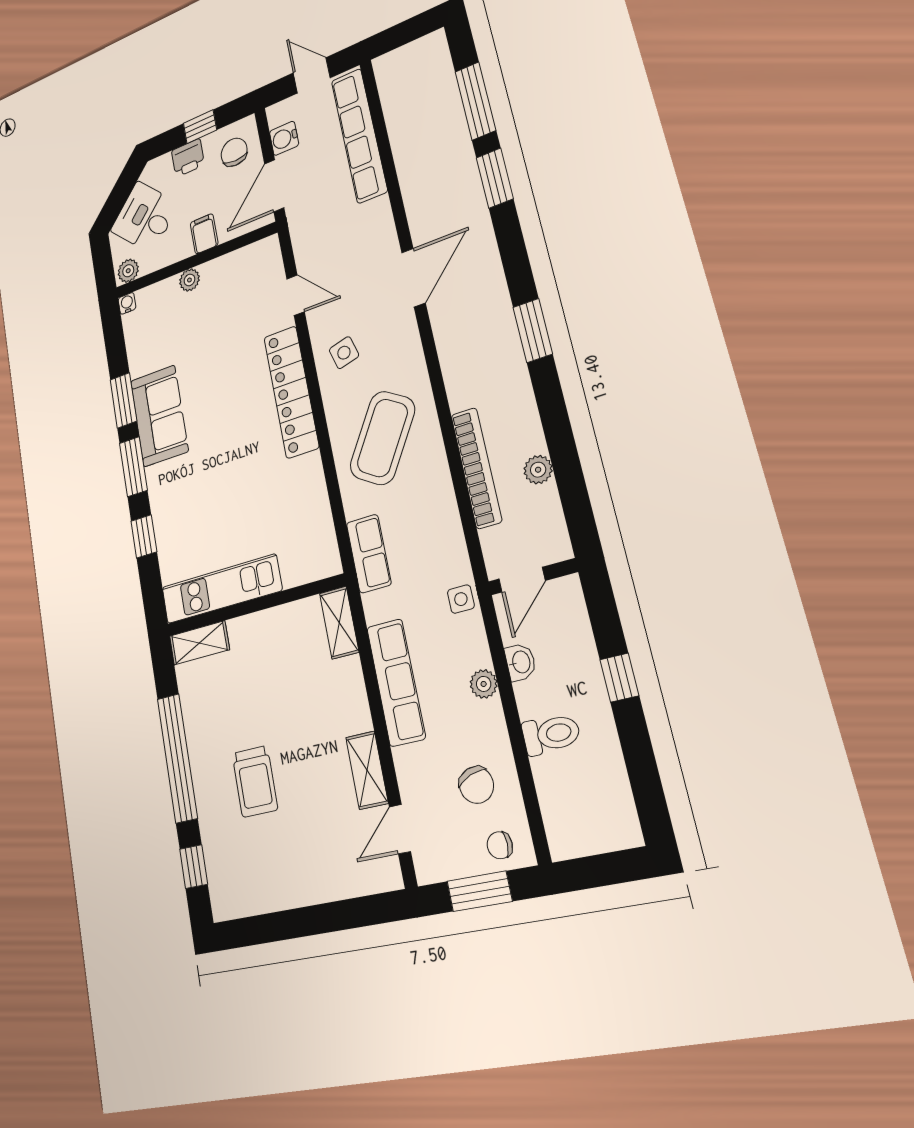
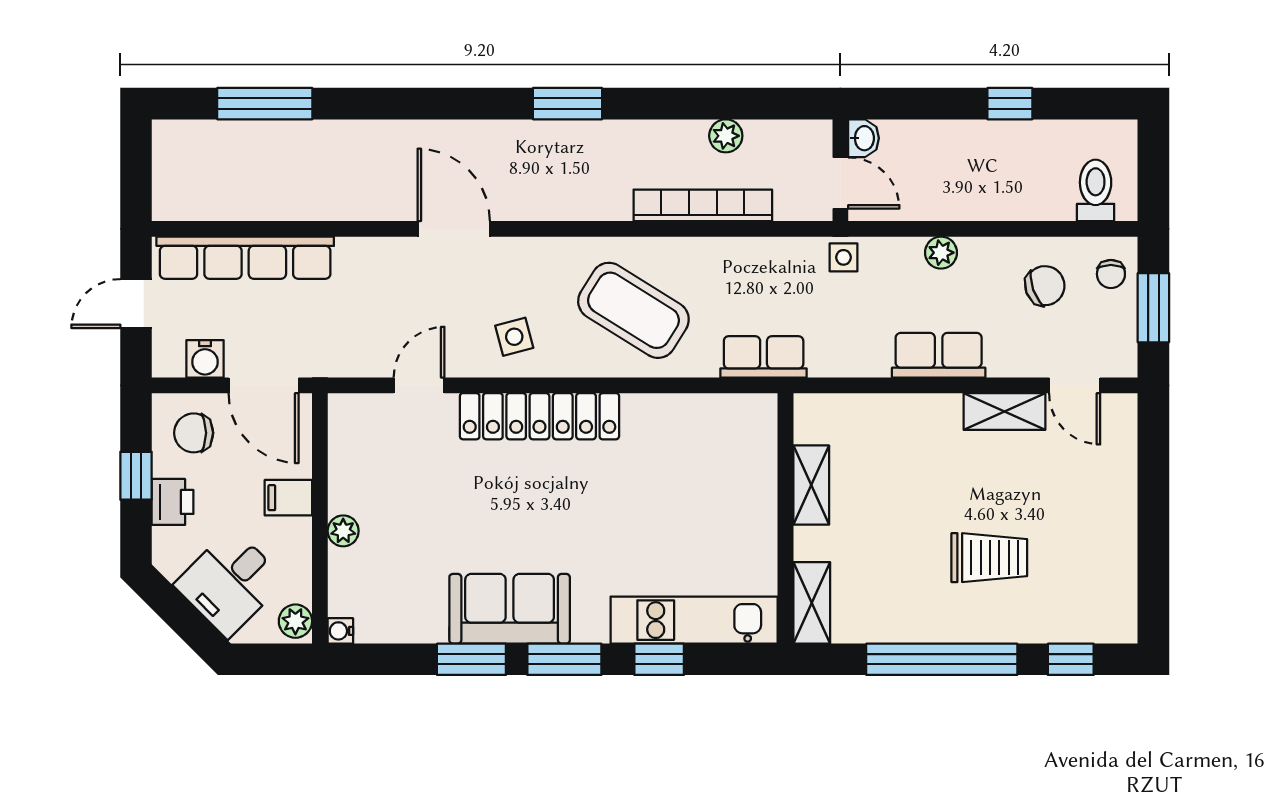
window: (495, 178) -> (370, 104), removed
kitchen unit: (221, 589) -> (694, 620), moved, turned 90
shelving: (339, 623) -> (811, 485), moved, turned 90
washbasin: (520, 662) -> (863, 138), moved, turned 90
window: (619, 678) -> (1010, 104), moved
row of seats: (396, 682) -> (939, 355), width x0.68
toilet: (551, 734) -> (1096, 190), moved

